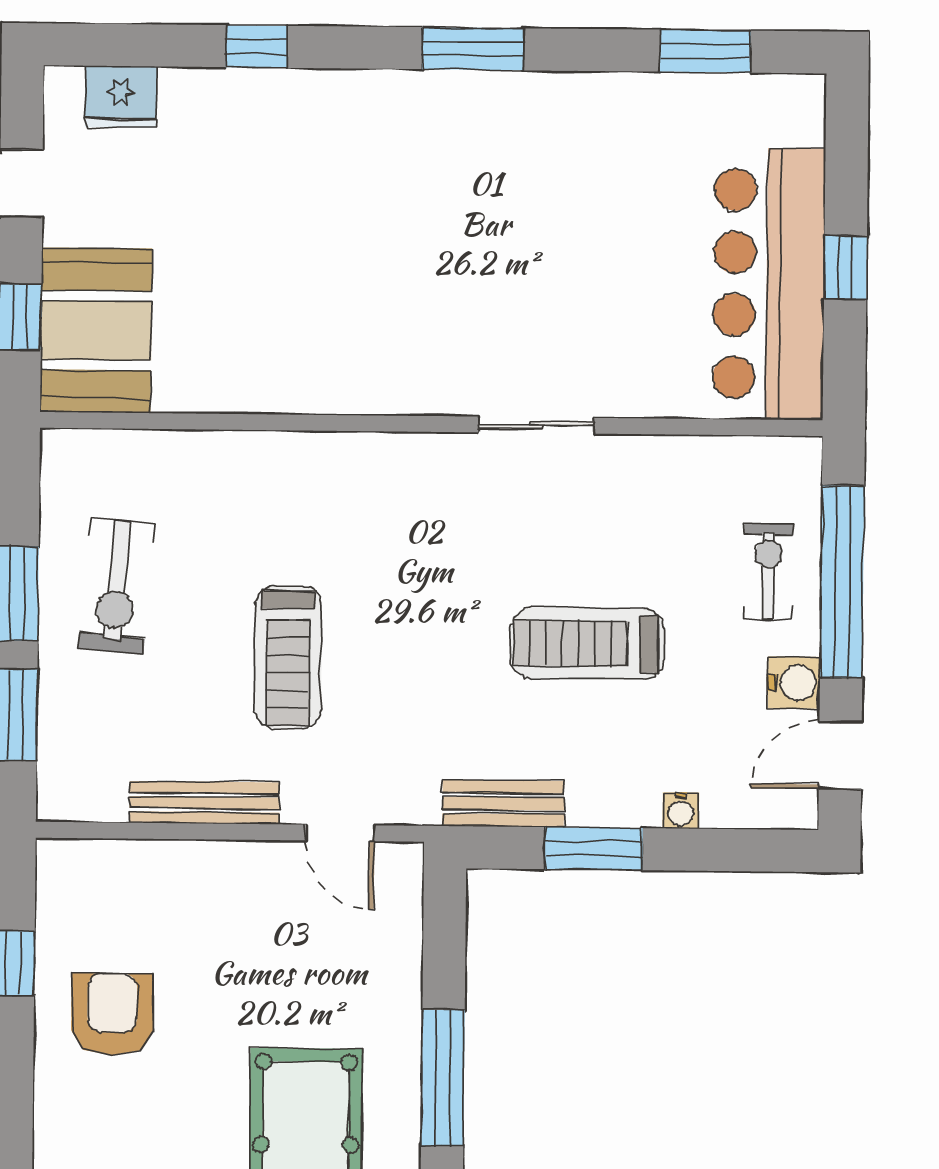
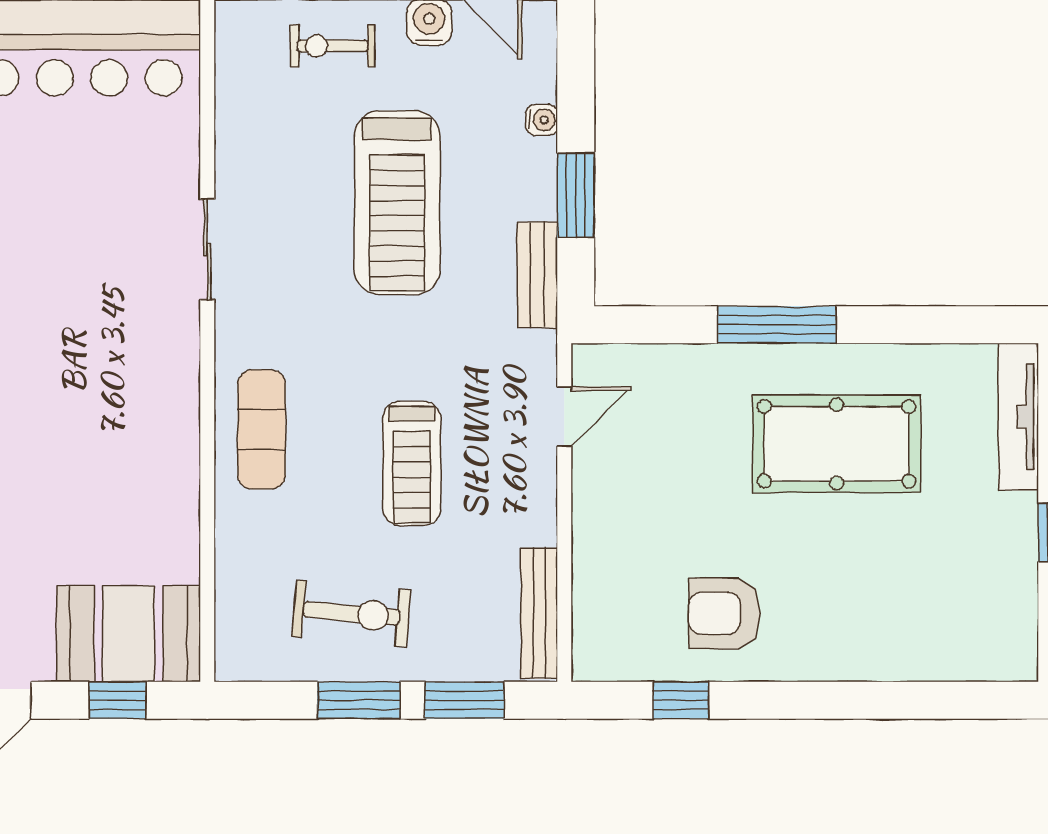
exercise mat: (329, 485) -> (262, 429), added
treadmill: (587, 644) -> (397, 203), width x1.37, depth x1.38
treadmill: (288, 657) -> (412, 463), turned 90
bench: (204, 803) -> (539, 613), moved

